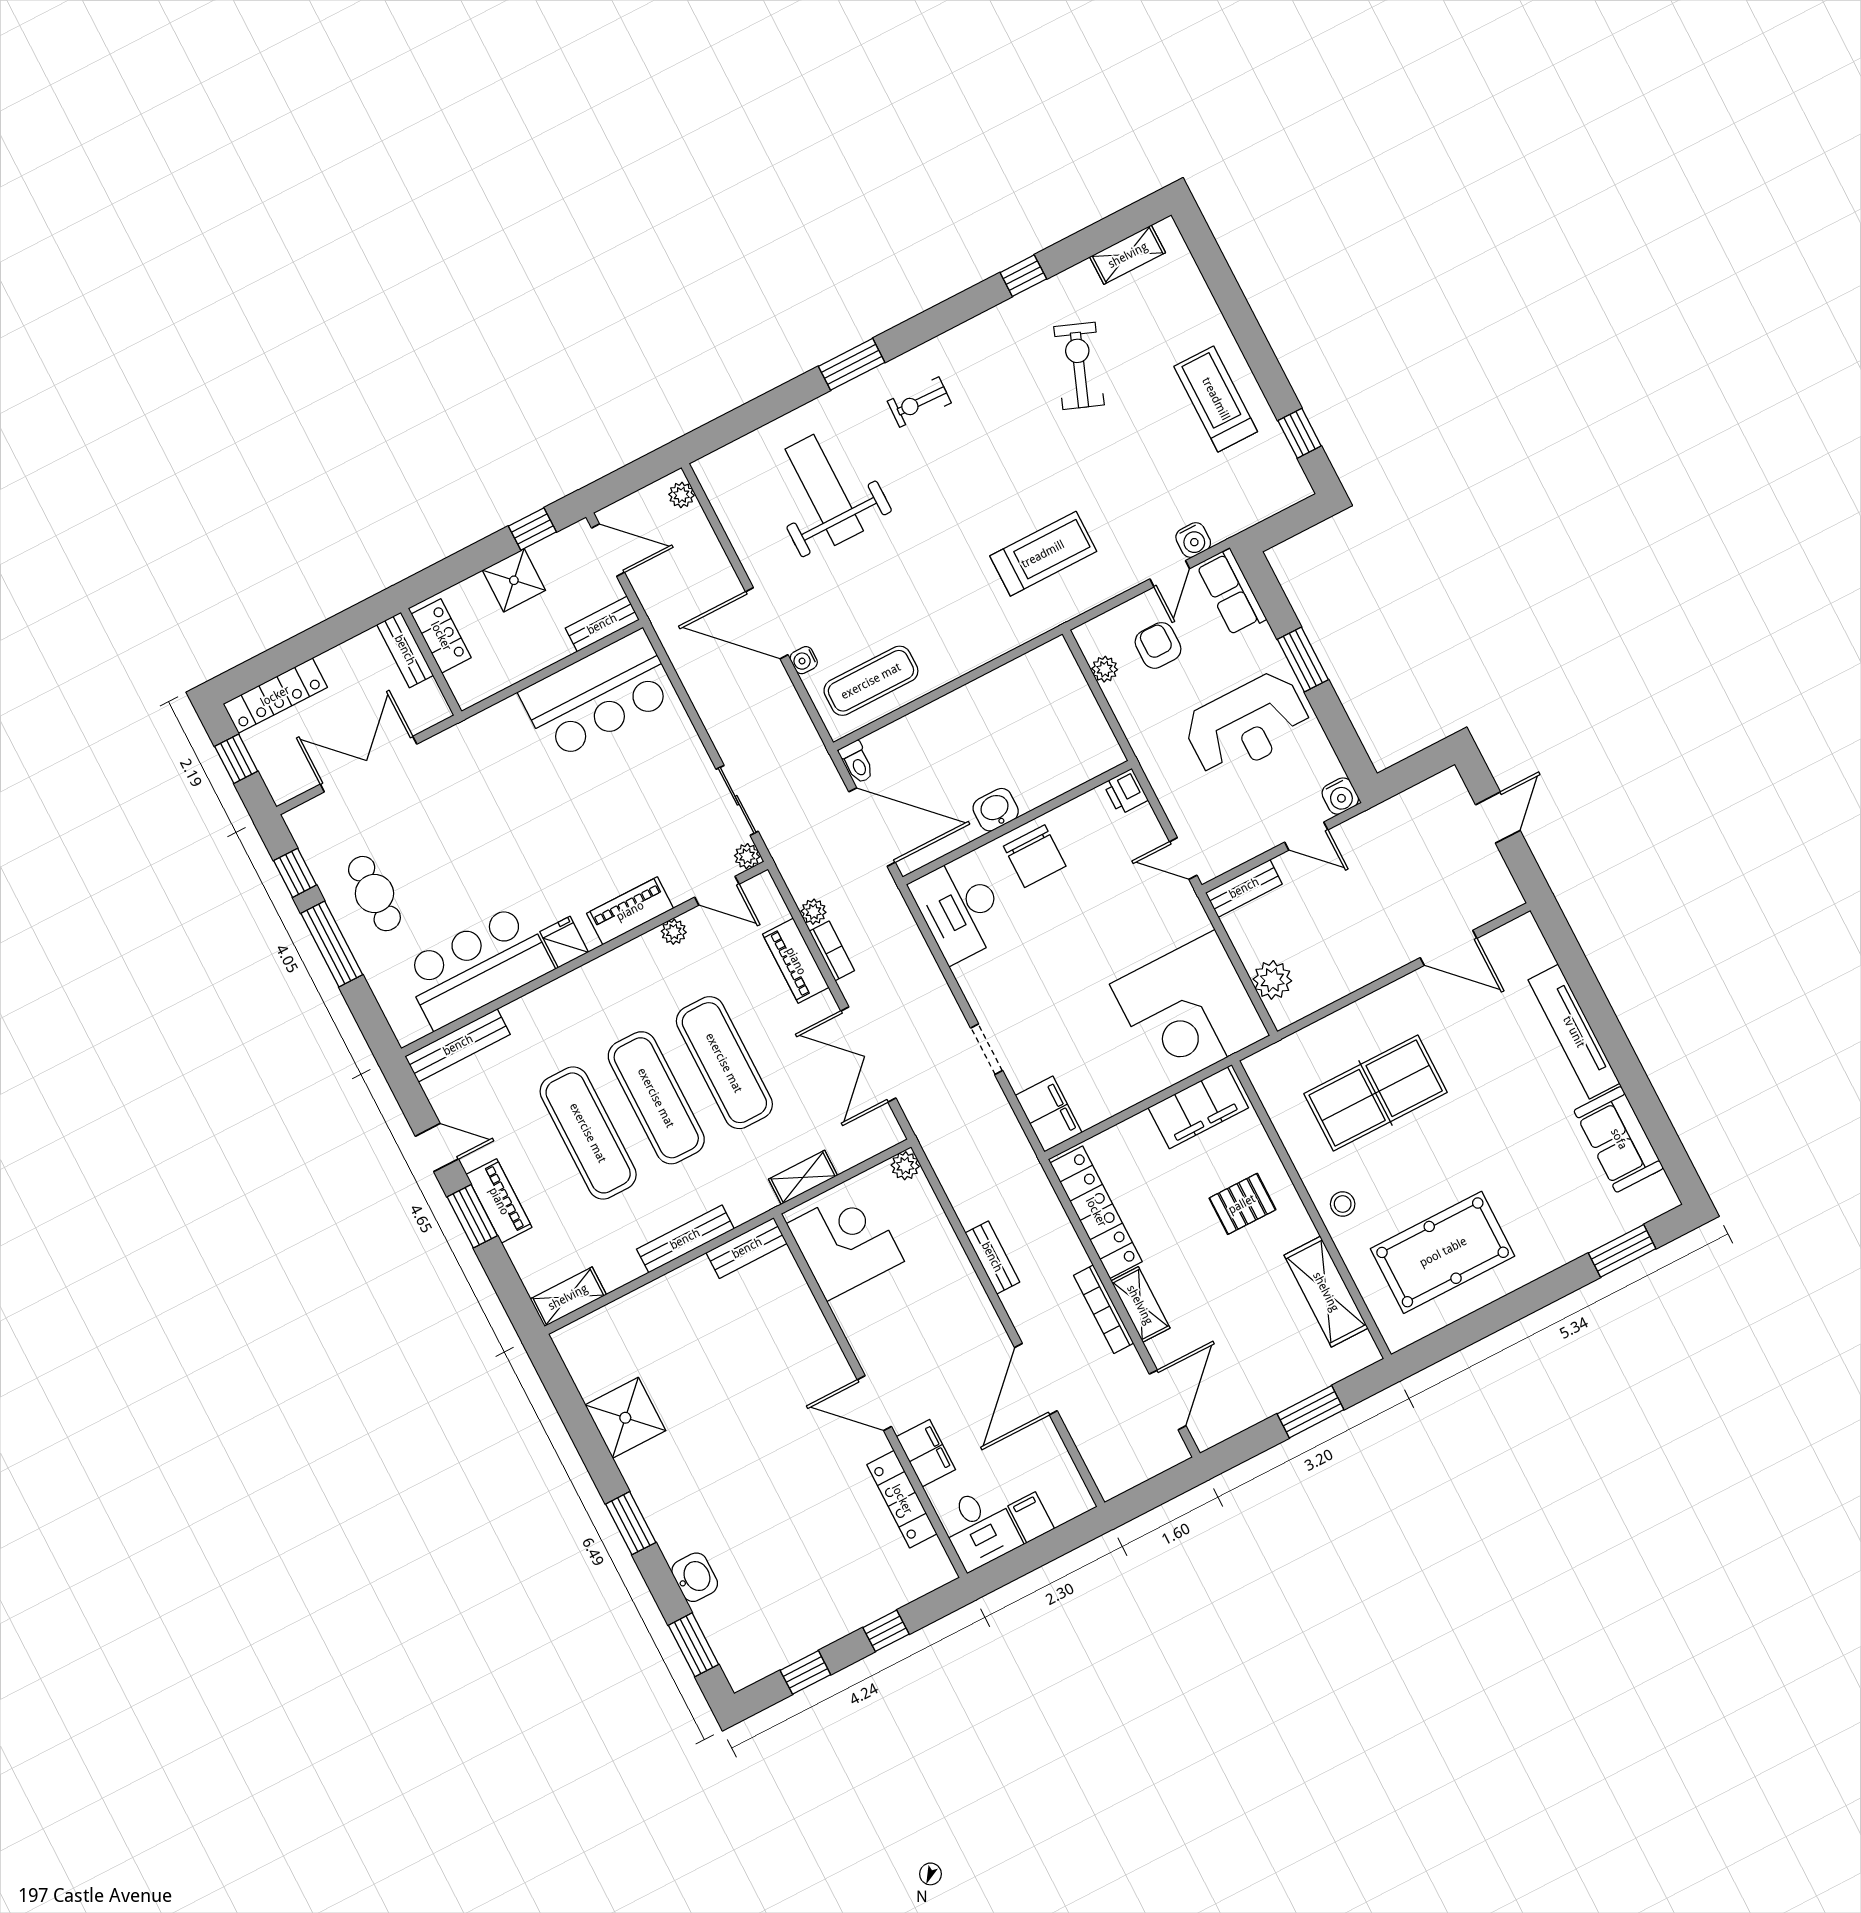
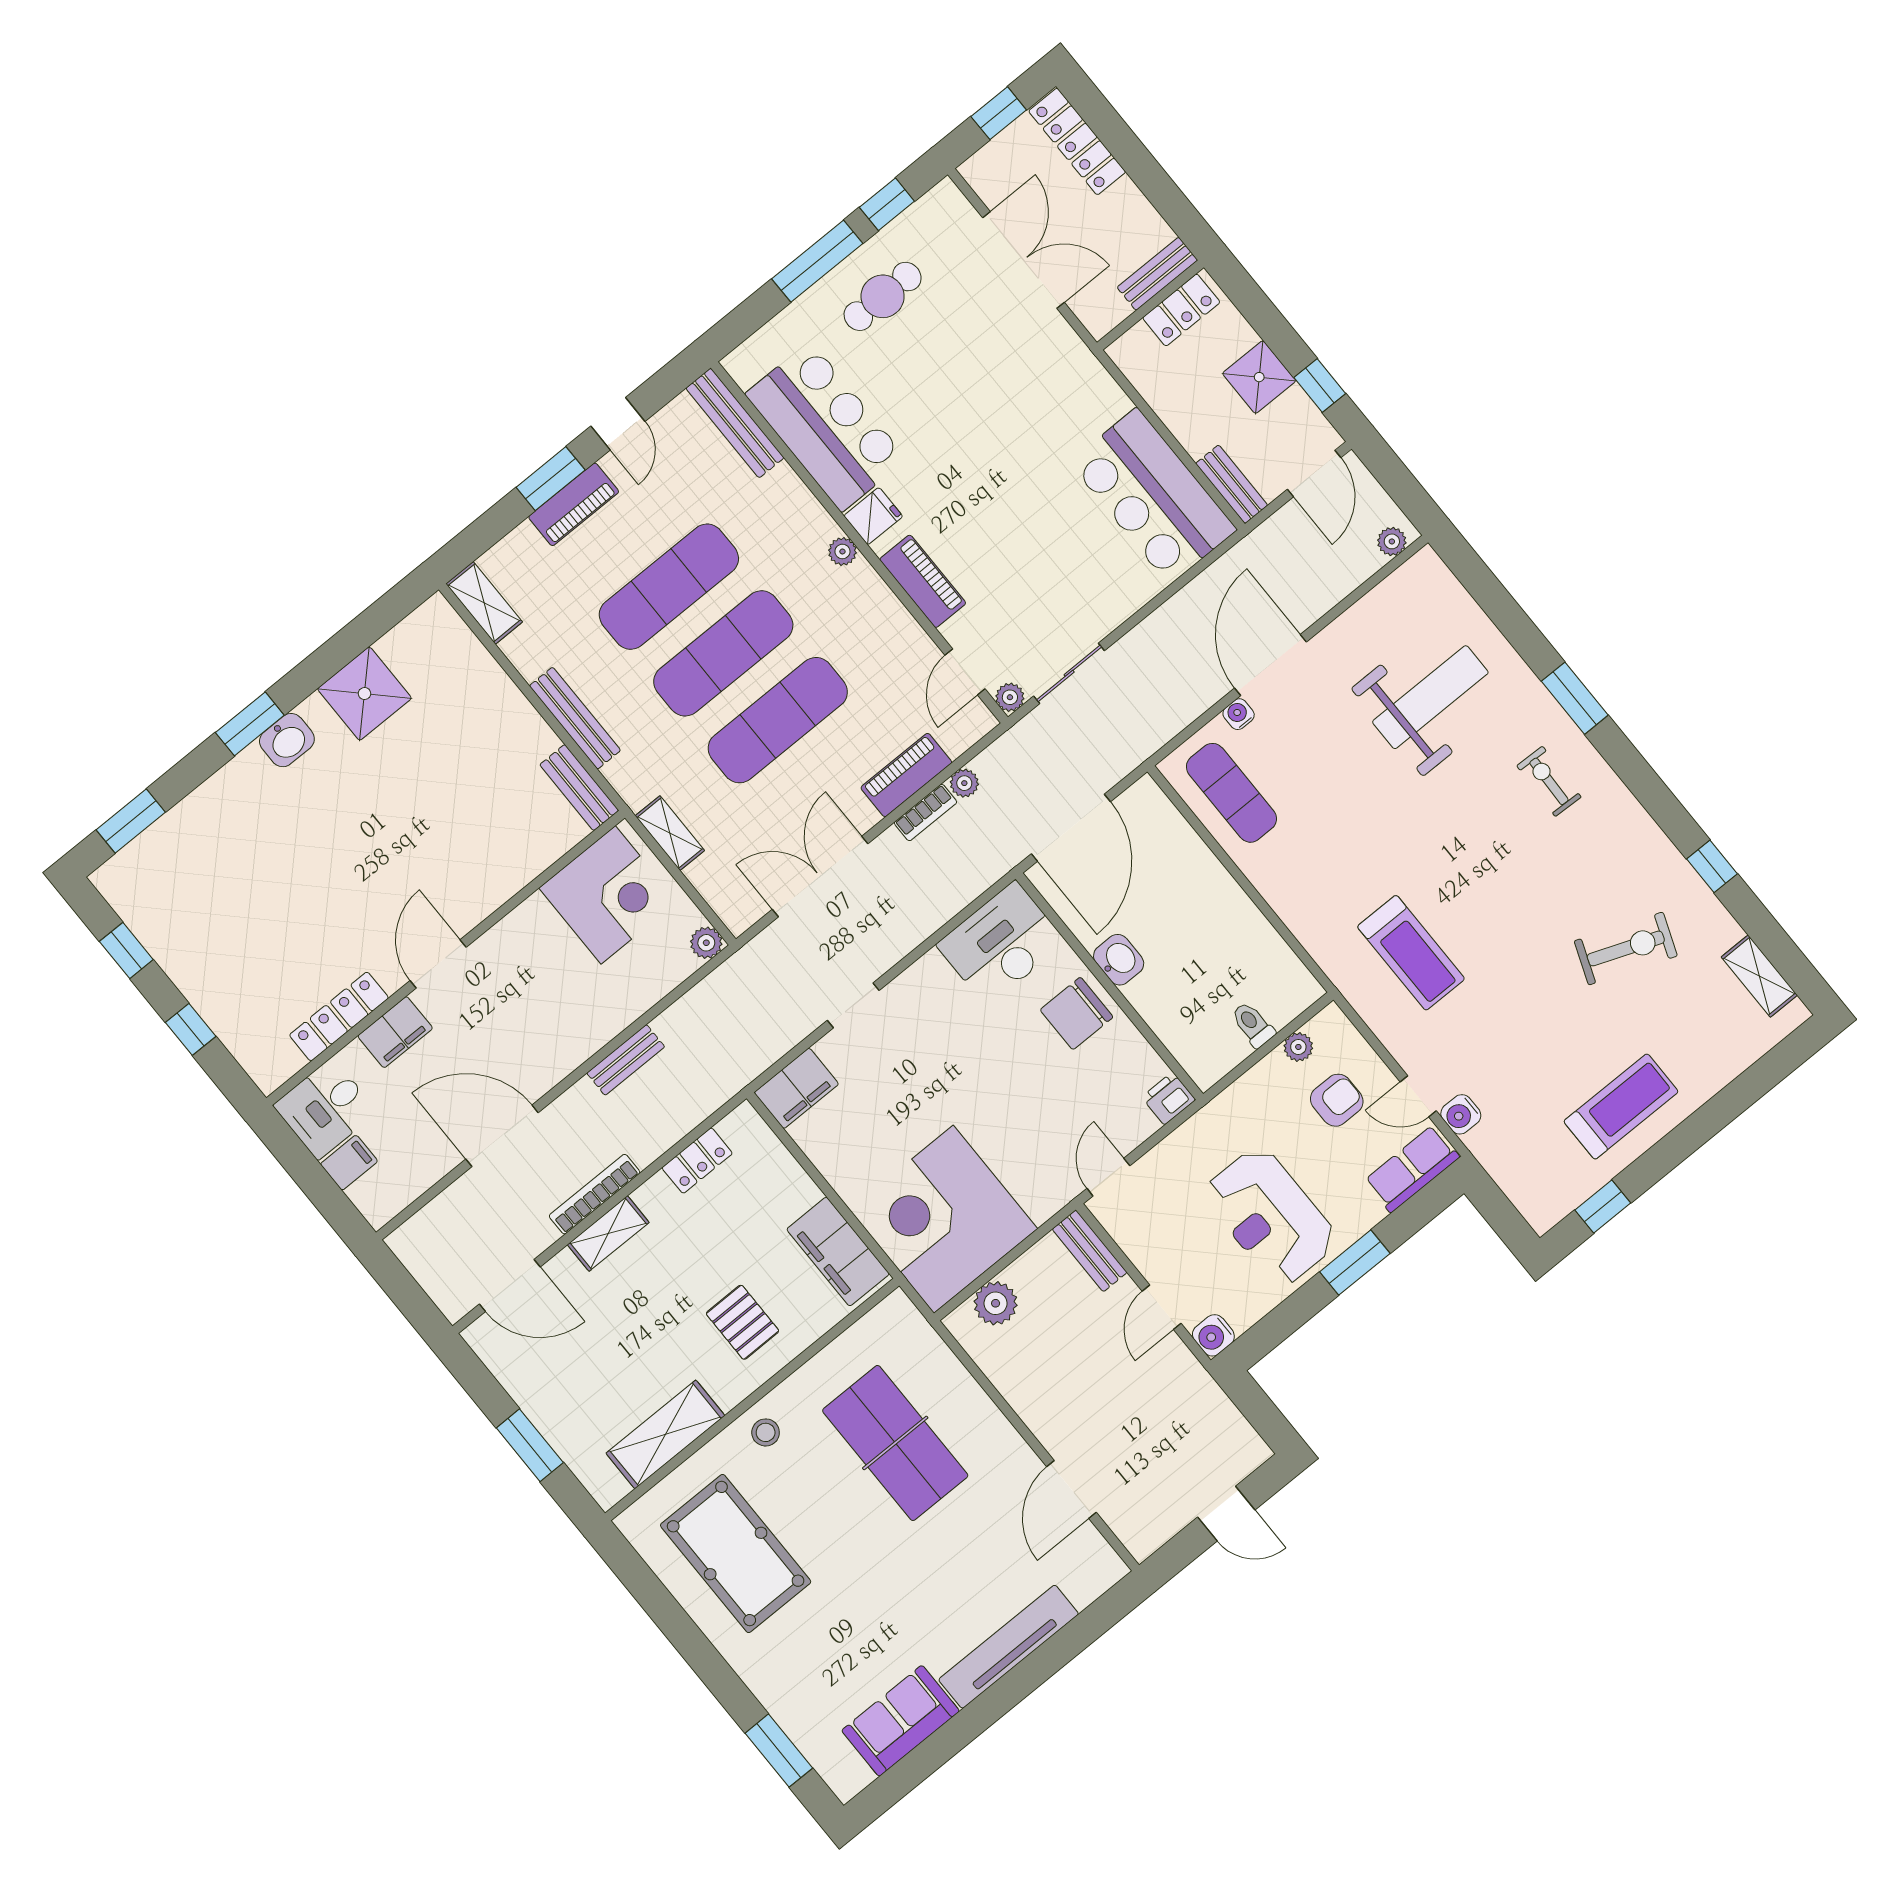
toilet: (857, 762) -> (1253, 1025), moved, turned 90
plant: (674, 932) -> (842, 551), moved
locker: (1096, 1212) -> (697, 1161), width x0.46, depth x0.83
washbasin: (695, 1577) -> (287, 740), moved

